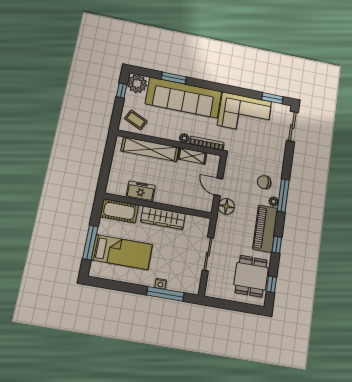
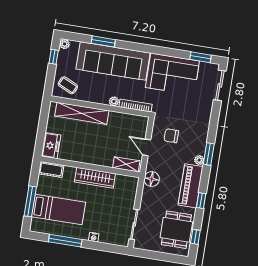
plant: (137, 84) -> (65, 44), width x0.53, depth x0.53
shelving: (192, 156) -> (126, 164), moved
chair: (264, 182) -> (171, 136), moved
freezer: (141, 191) -> (51, 146), moved, turned 90
window: (283, 195) -> (209, 154), width x0.69
floor lamp: (226, 206) -> (152, 179), moved
cot: (119, 211) -> (51, 169), width x0.73, depth x0.75
sliding door: (208, 254) -> (134, 224), moved
window: (165, 294) -> (65, 241), moved

